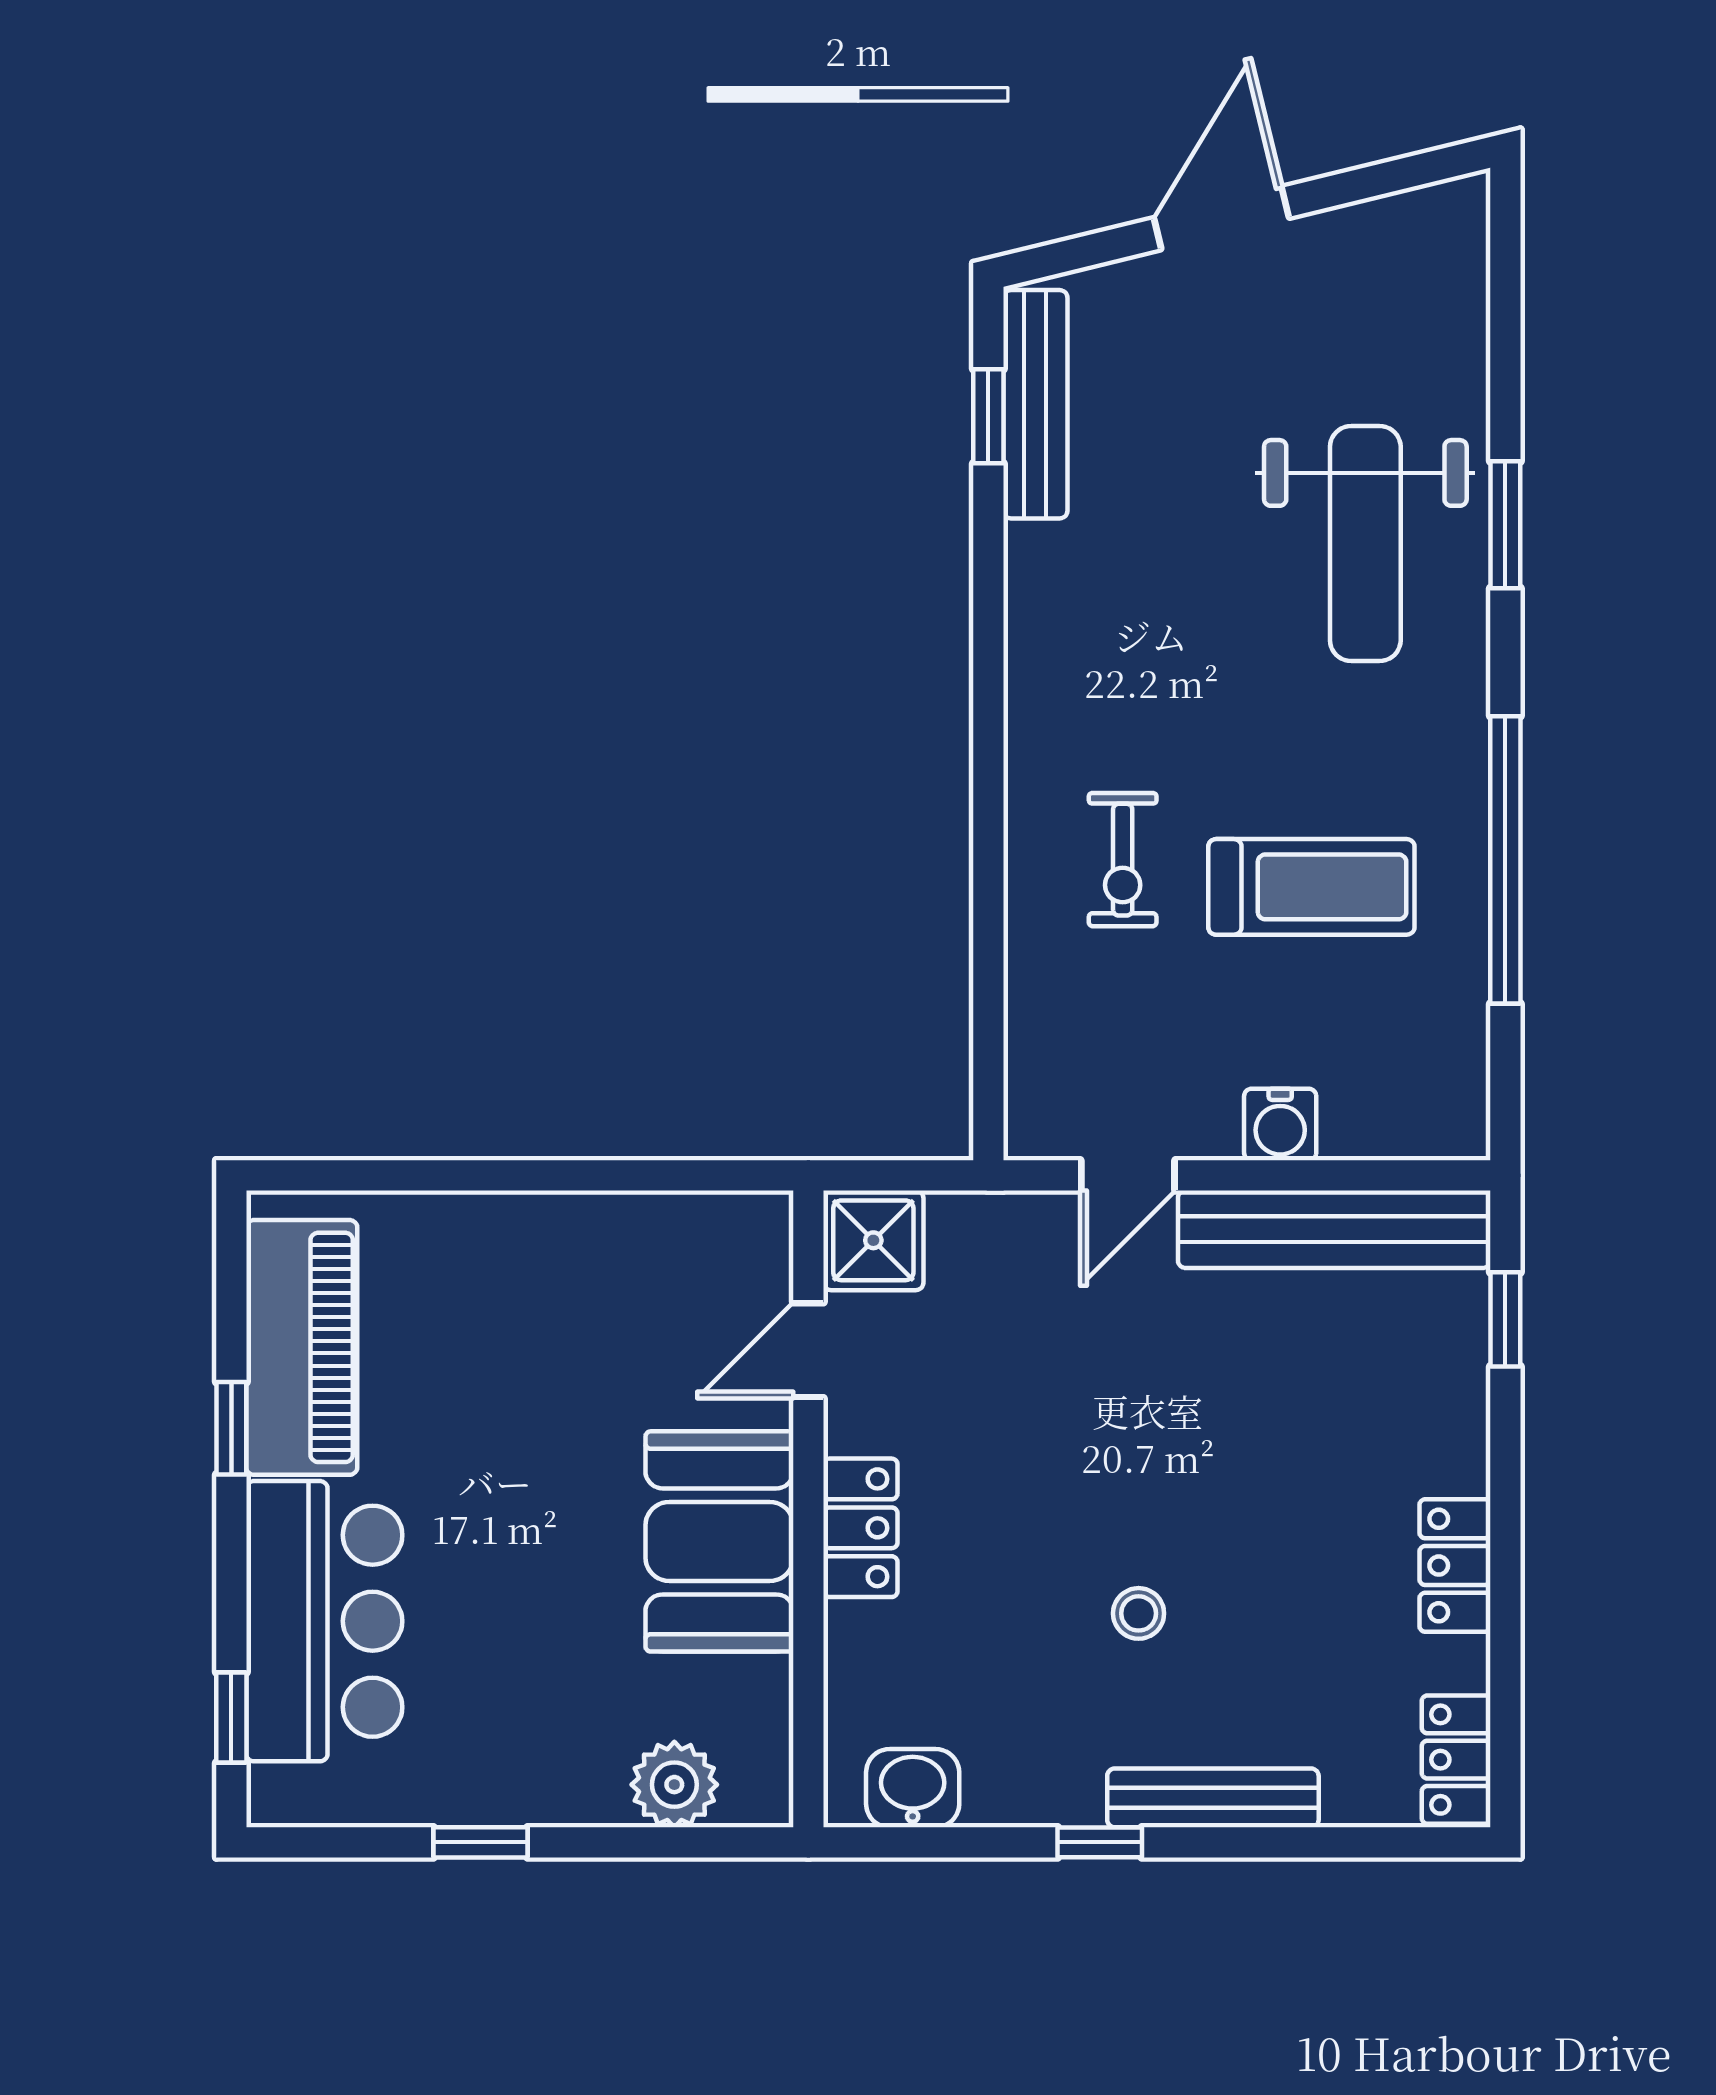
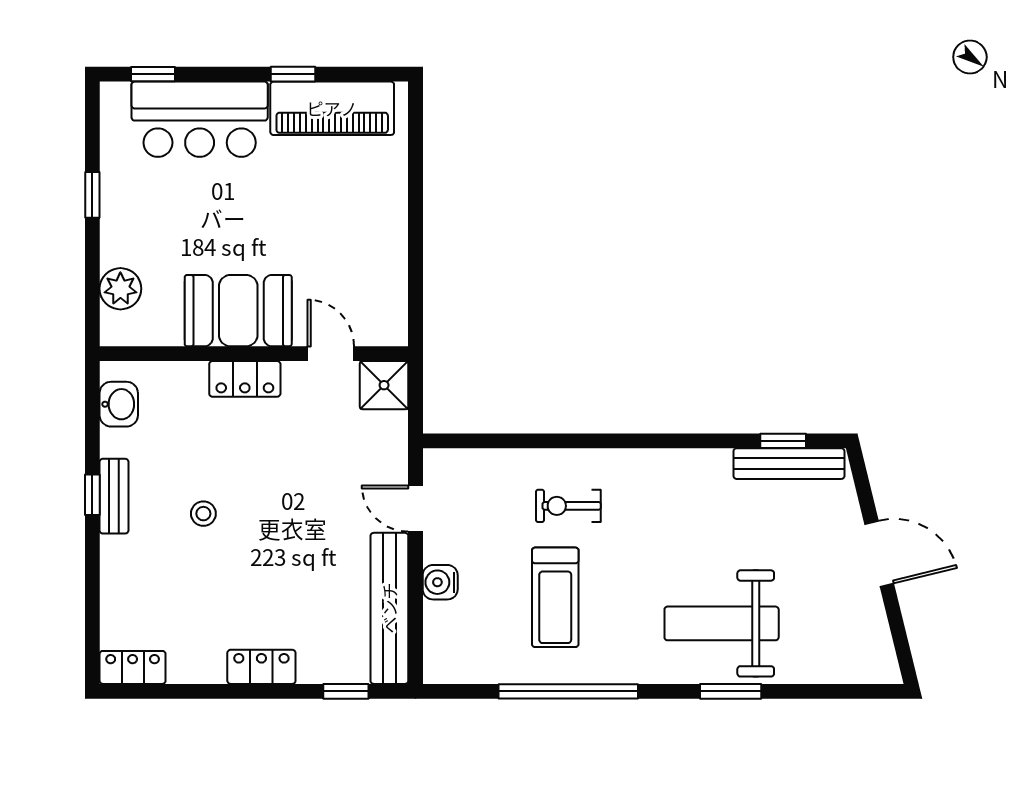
locker: (1455, 1566) -> (261, 667), moved
bench: (1213, 1798) -> (114, 496), moved, width x0.73

